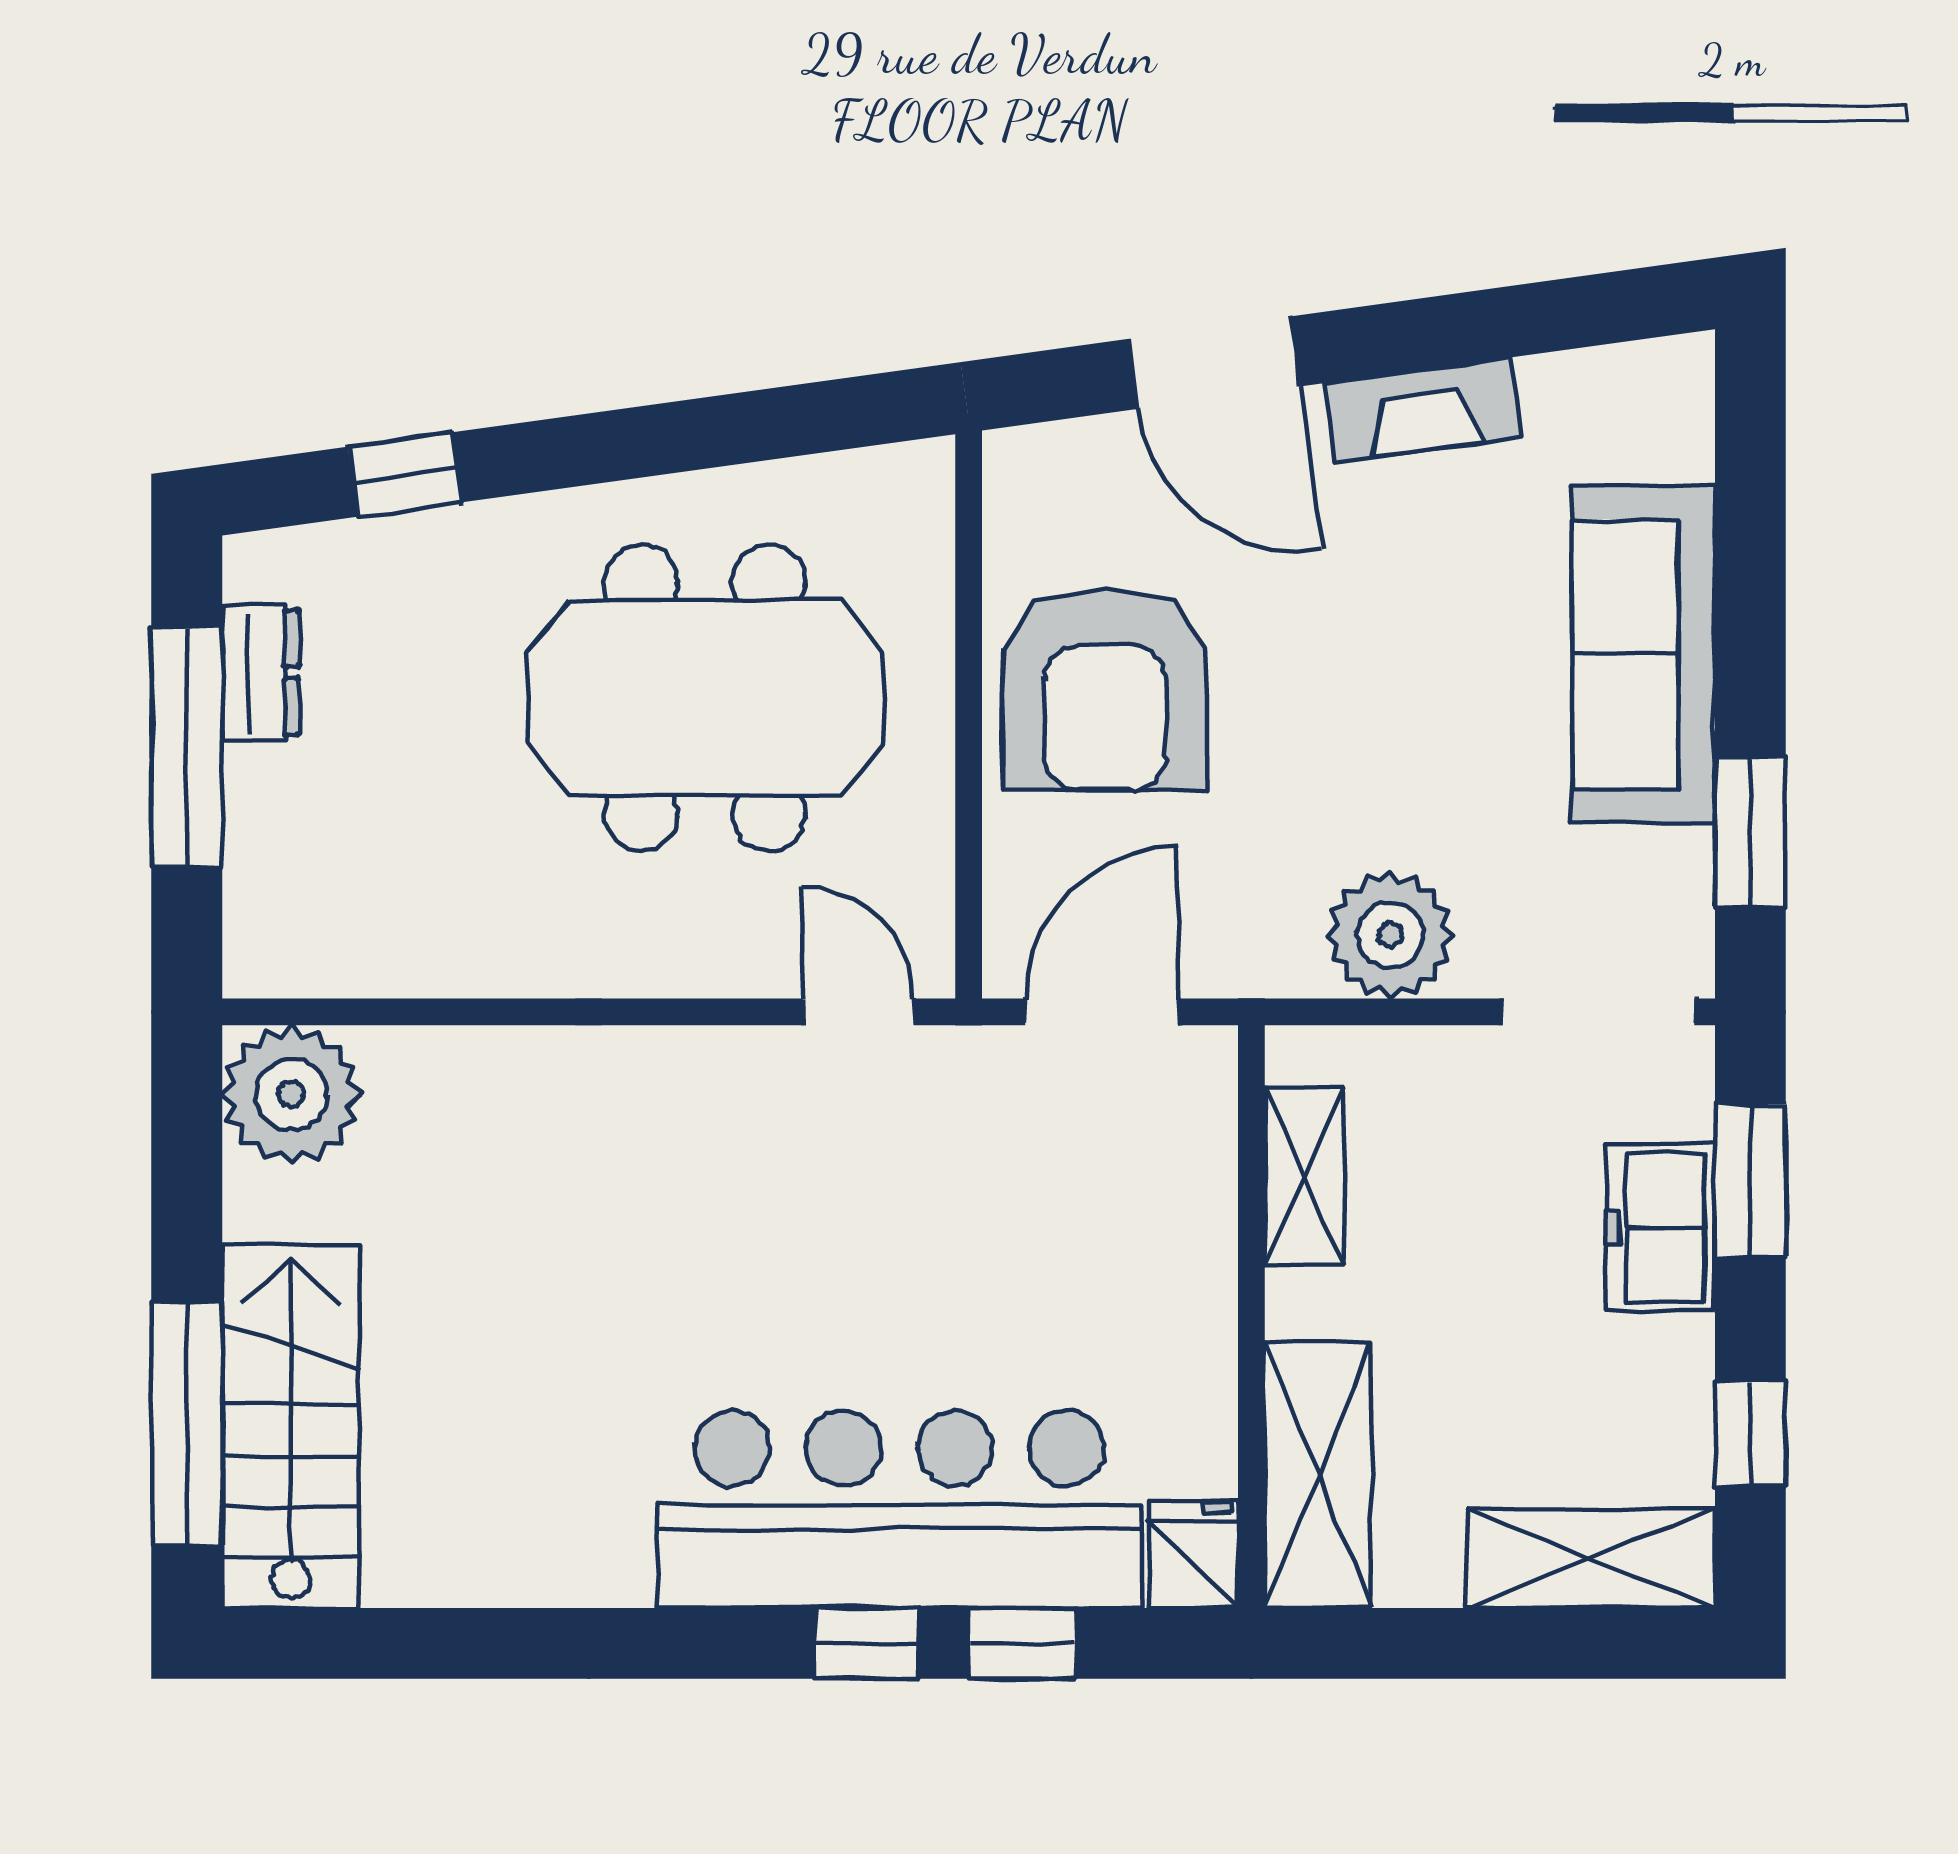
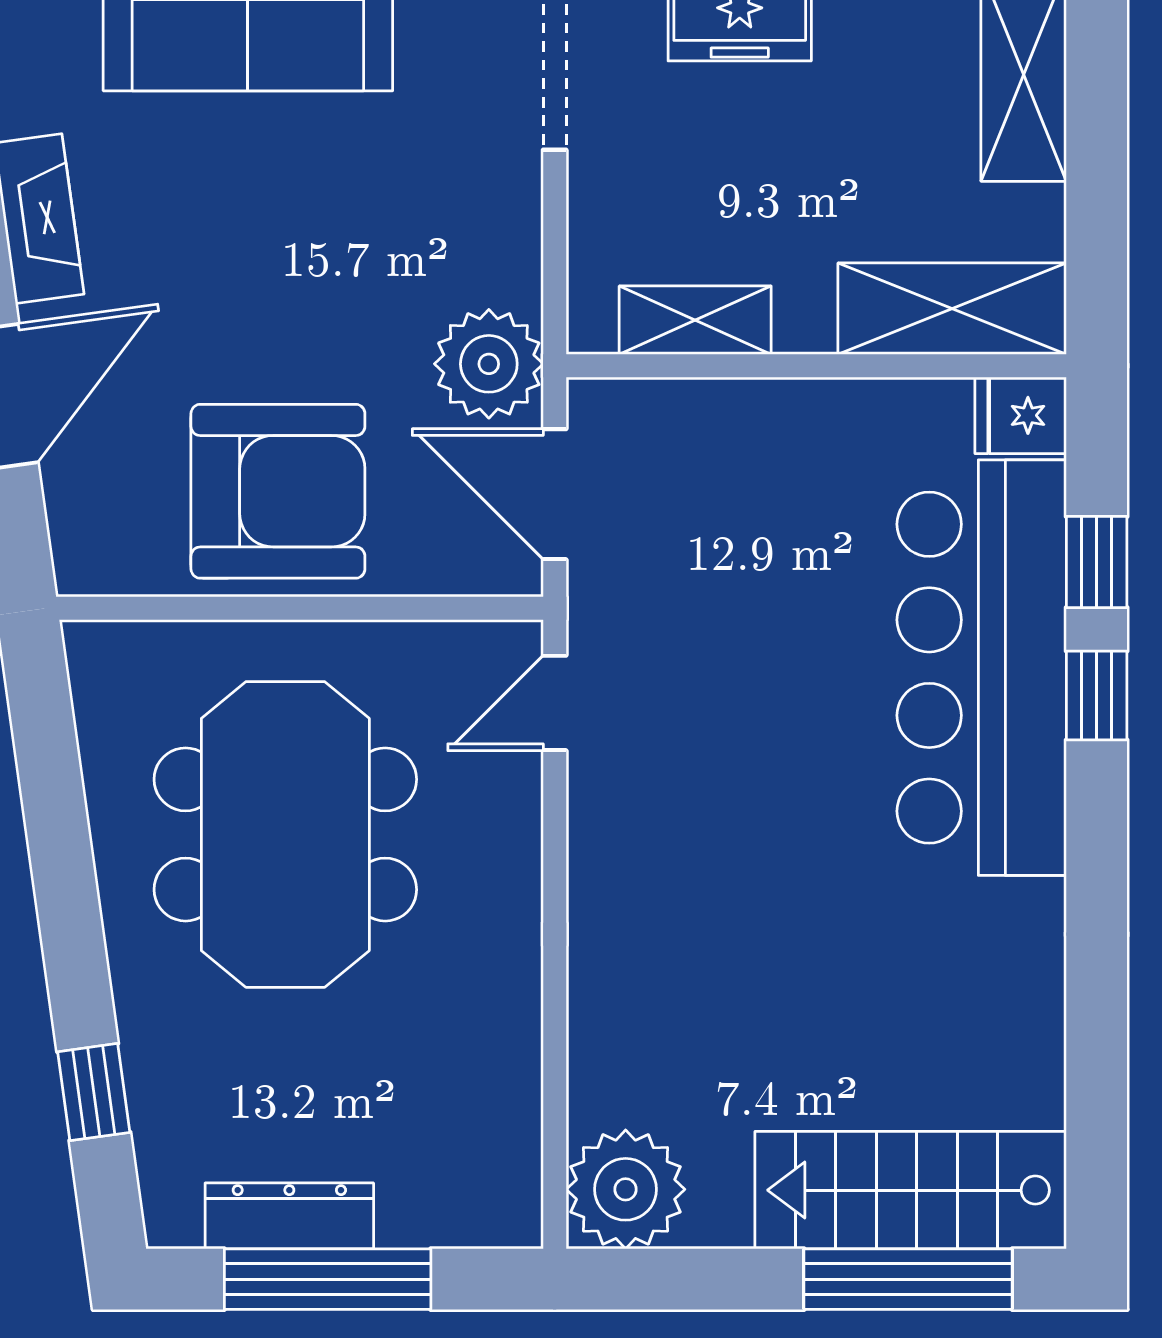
dresser: (261, 673) -> (289, 1216), width x1.44
plant: (1390, 935) -> (489, 364), moved

